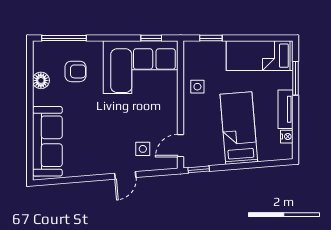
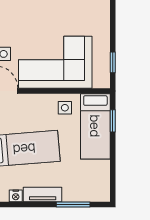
bed: (260, 56) -> (95, 126), moved, turned 180
corner sofa: (141, 67) -> (55, 62), moved, turned 90

